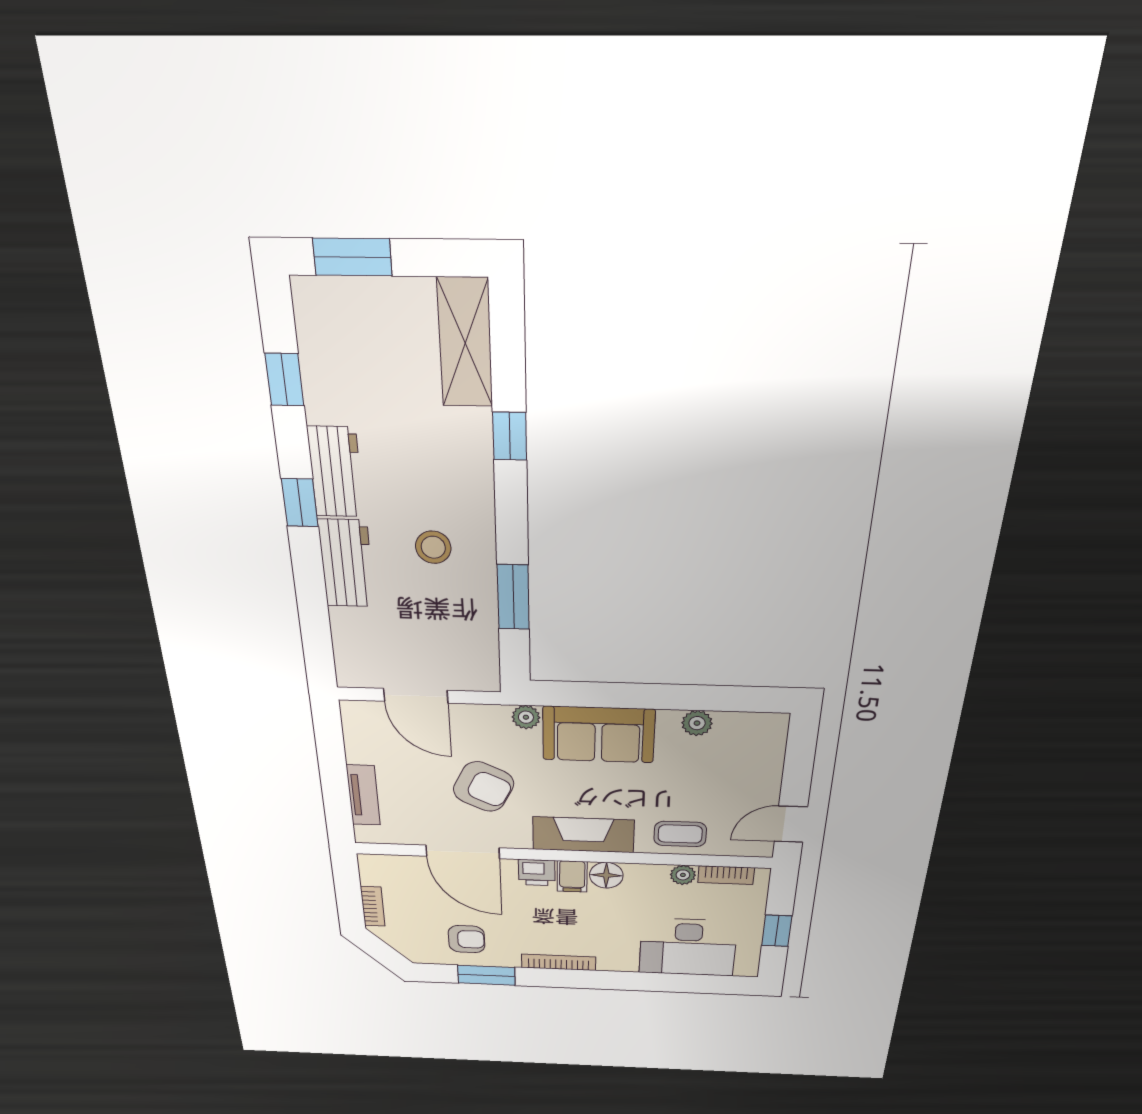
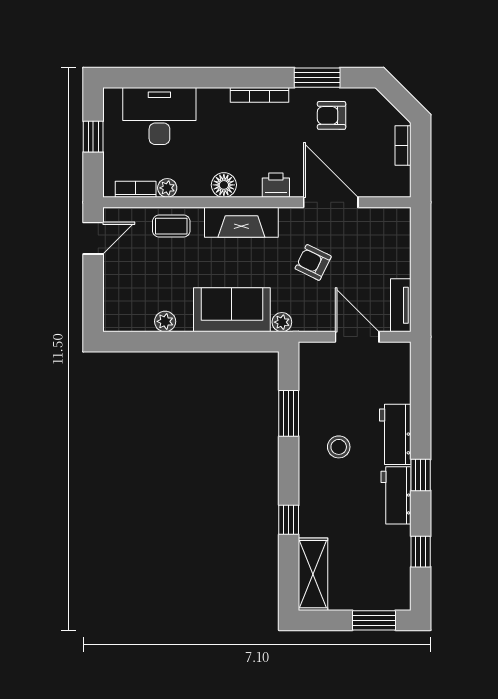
armchair: (484, 787) -> (313, 262), width x0.72, depth x0.72
tv unit: (363, 795) -> (401, 305), moved
filing cabinet: (572, 876) -> (249, 183), removed

